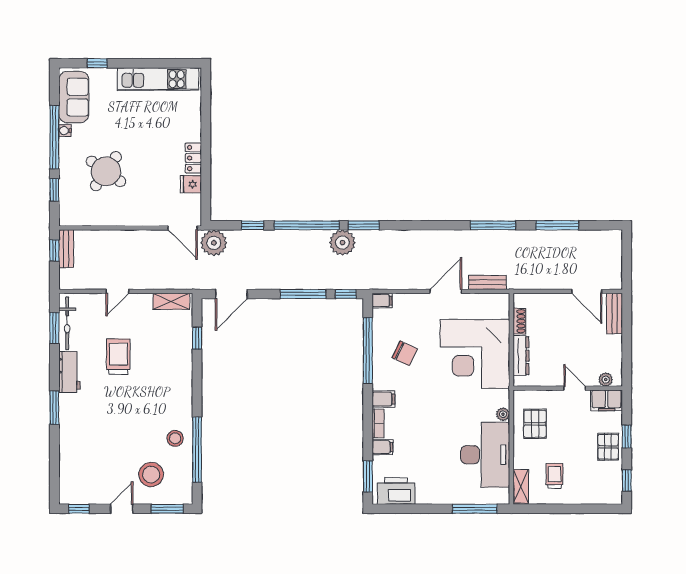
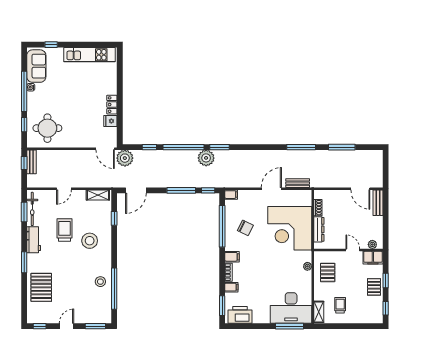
round table: (106, 171) -> (47, 128), moved, turned -35
pallet: (82, 447) -> (41, 287), added
desk: (485, 455) -> (291, 308), moved, turned 90
stool: (151, 475) -> (90, 241), moved

